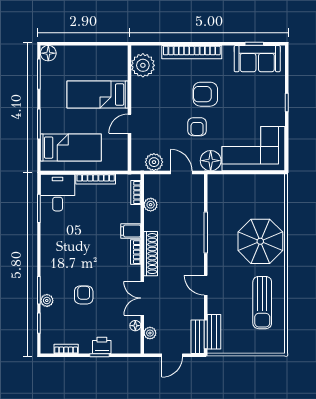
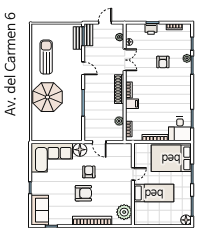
sofa: (257, 59) -> (40, 210), moved, turned 90
bed: (71, 148) -> (171, 158), width x1.50
plant: (154, 162) -> (117, 149), removed

